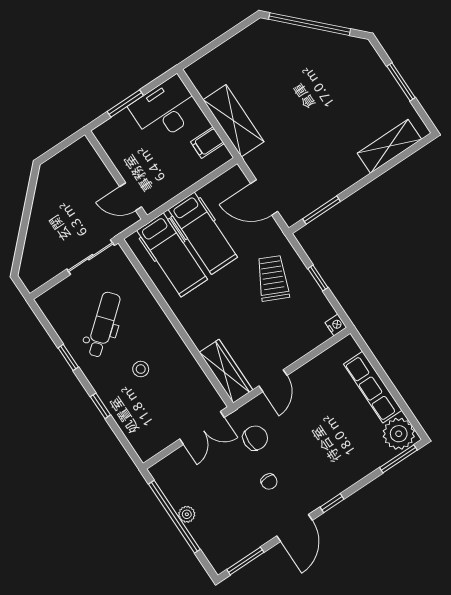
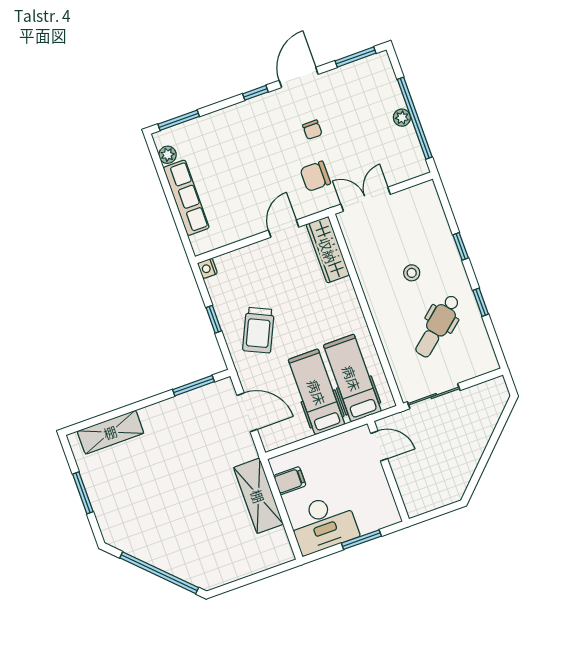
plant: (399, 434) -> (168, 155), width x0.53, depth x0.53
chair: (269, 482) -> (312, 130), turned 180

